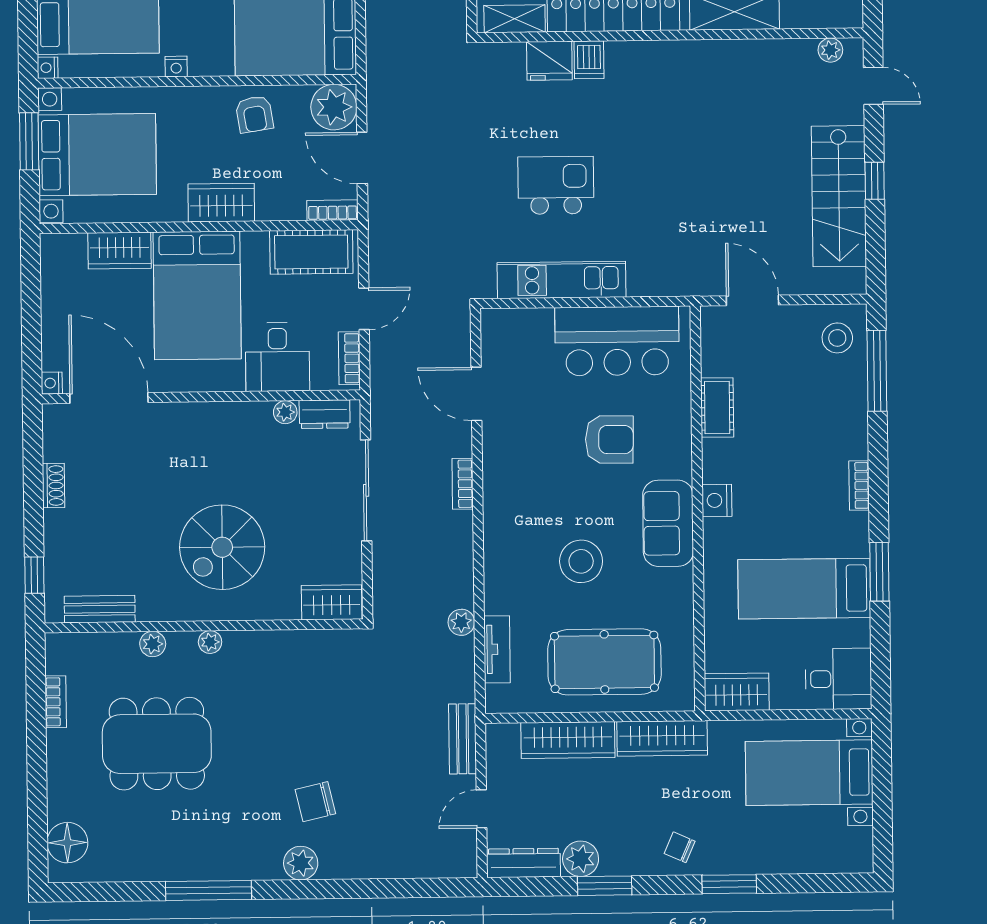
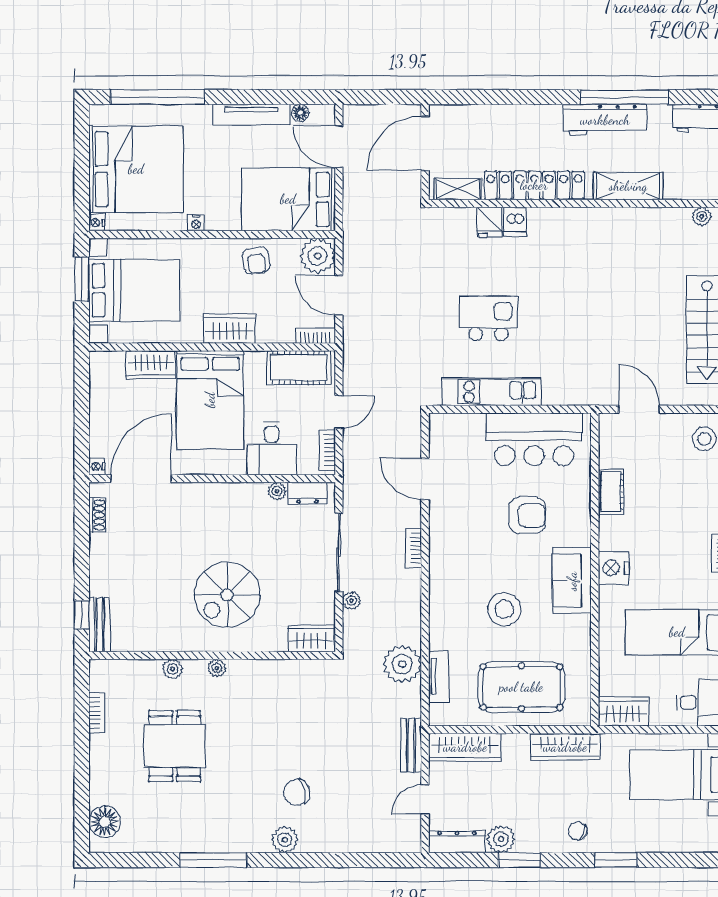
fridge: (549, 61) -> (489, 222), width x0.72
door: (109, 398) -> (141, 479), hinge flipped
shoe rack: (53, 486) -> (97, 515), moved
nightstand: (717, 500) -> (613, 568), width x1.36, depth x1.33
plant: (383, 553) -> (352, 601), added
bench: (100, 609) -> (99, 625), moved, turned 90
plant: (461, 622) -> (402, 664), width x1.88, depth x1.88
wardrobe: (568, 740) -> (465, 747), moved
dining table: (157, 744) -> (175, 746), width x0.73

